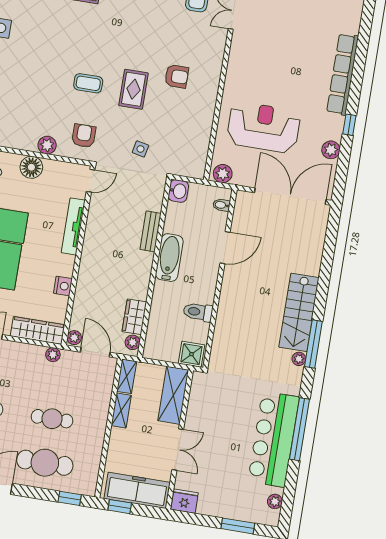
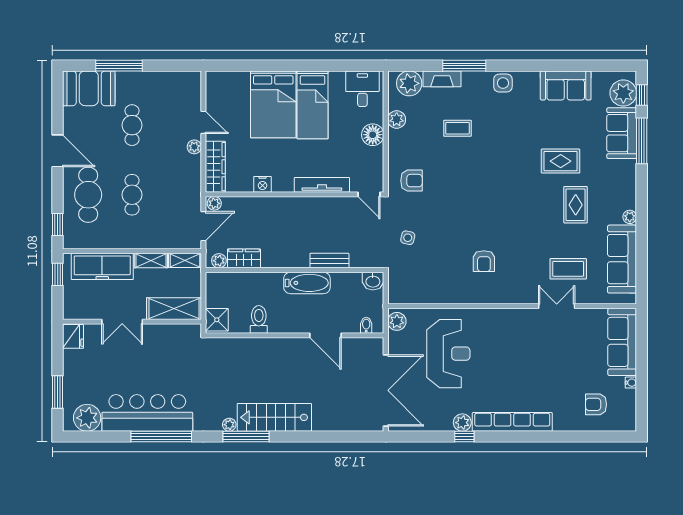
coffee table: (88, 83) -> (457, 128), moved, turned 90
rug: (134, 89) -> (465, 221), removed
plant: (47, 145) -> (397, 120), moved
plant: (331, 150) -> (462, 423), moved
plant: (53, 355) -> (194, 147), moved
freezer: (137, 490) -> (102, 266), moved, turned 90
plant: (275, 501) -> (87, 418), width x1.87, depth x1.87

